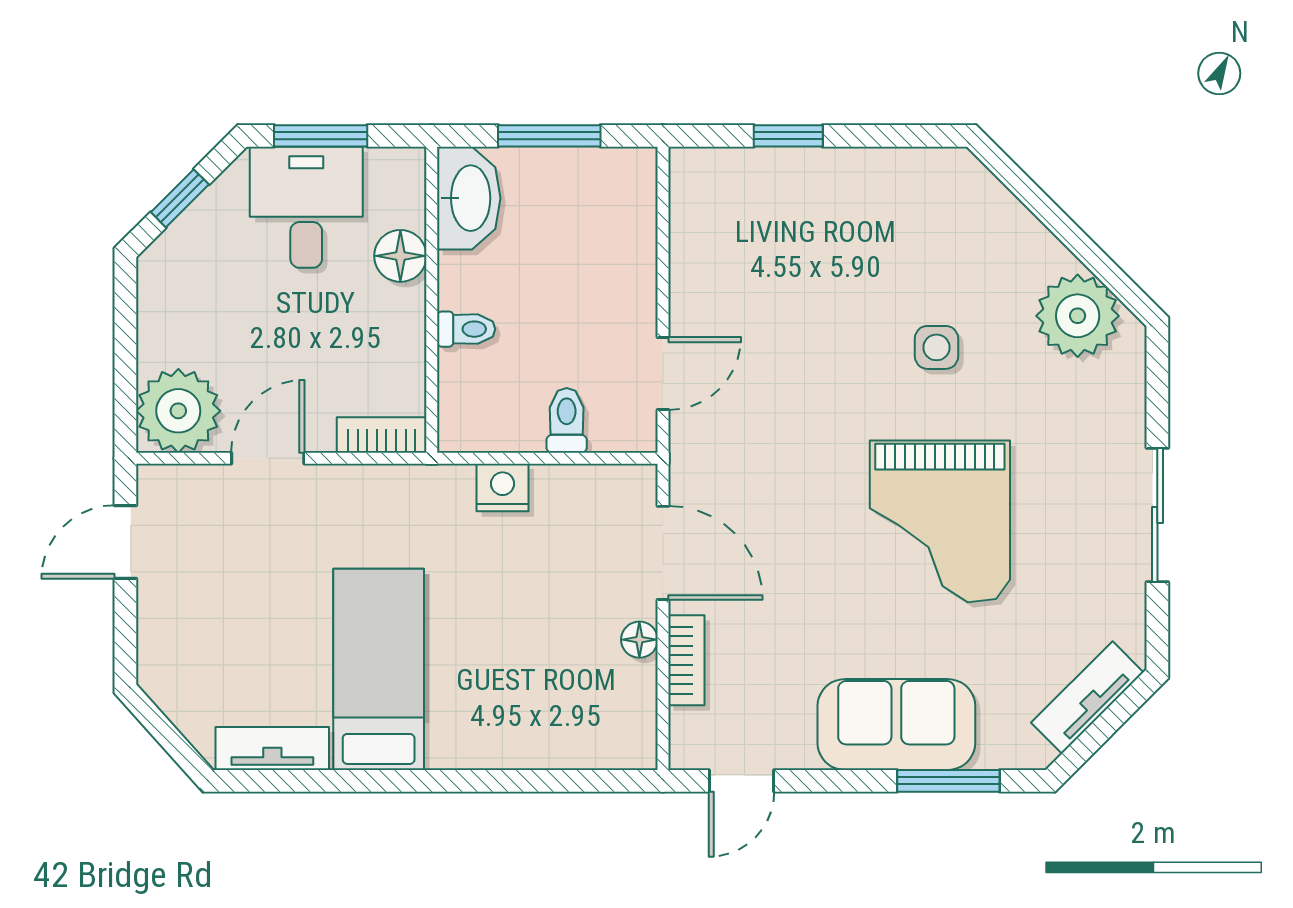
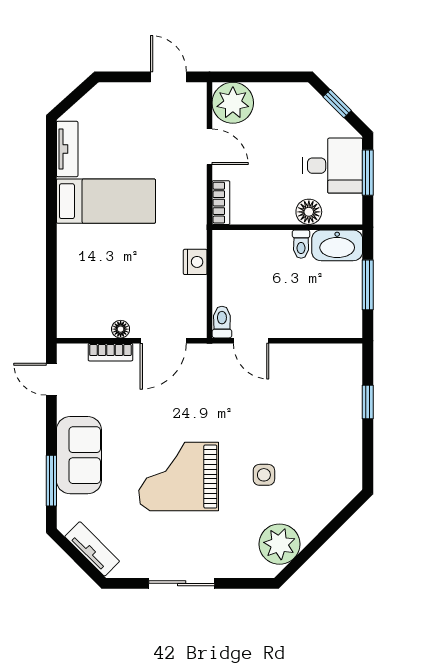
toilet: (466, 329) -> (301, 244), moved
toilet: (567, 420) -> (222, 322), moved, turned -90

